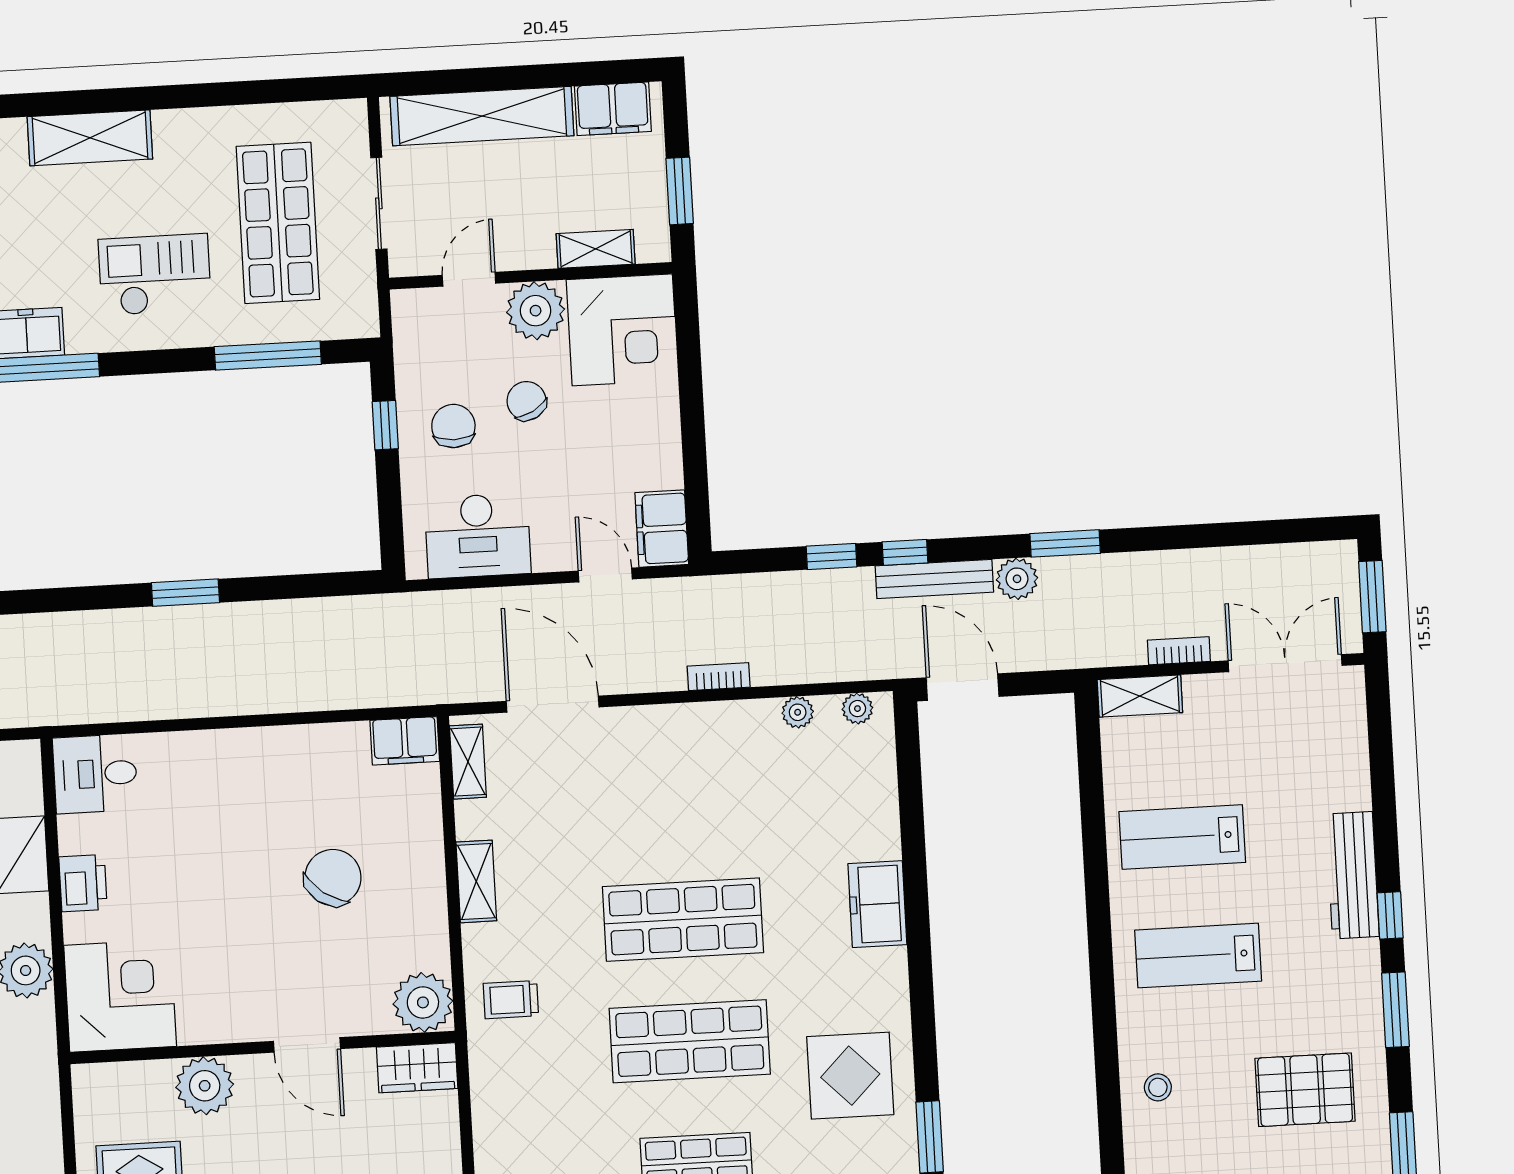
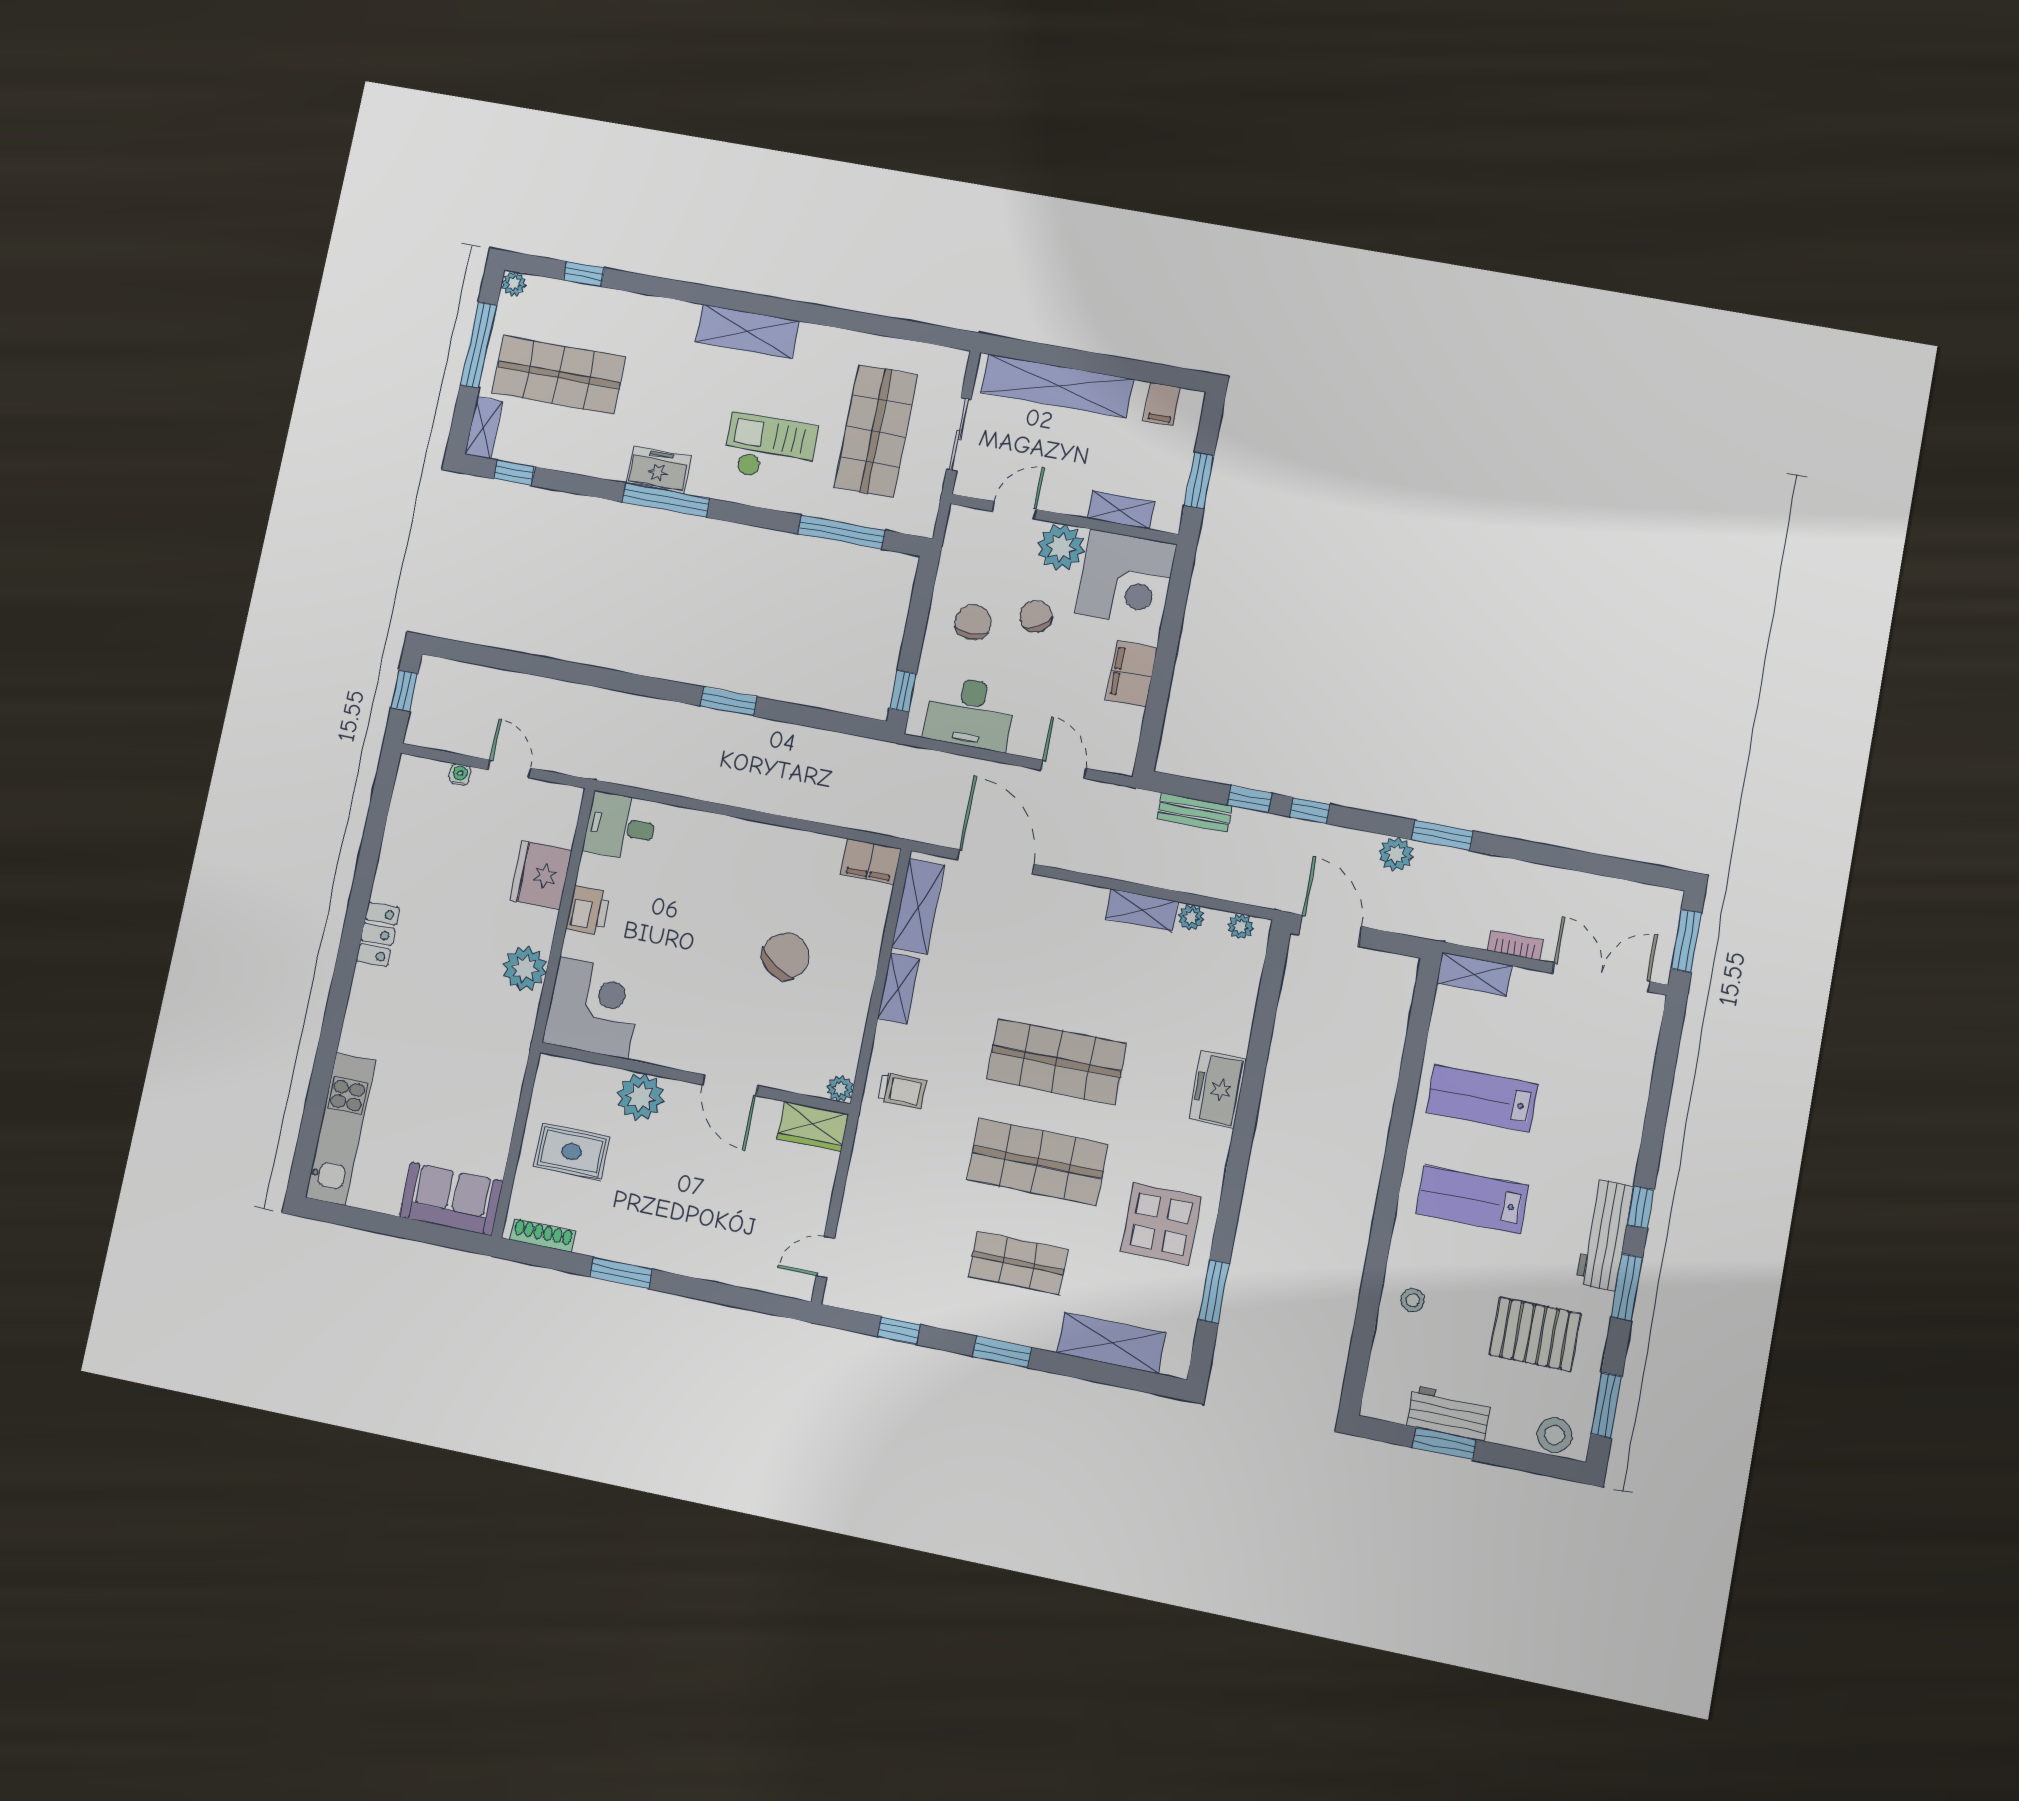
filing cabinet: (613, 109) -> (1162, 404), width x0.50
window: (385, 425) -> (903, 691), moved
filing cabinet: (662, 529) -> (1132, 674), moved
bench: (934, 579) -> (1195, 812), moved, width x0.73
bookcase: (719, 677) -> (1134, 873), removed
shelving: (738, 718) -> (1142, 910), added
shelving: (468, 762) -> (918, 906), width x1.50, depth x1.33
workbench: (1352, 875) -> (1605, 1235), moved
trolley: (511, 1000) -> (902, 1091), turned 180
plant: (423, 1002) -> (840, 1089), width x0.53, depth x0.53

